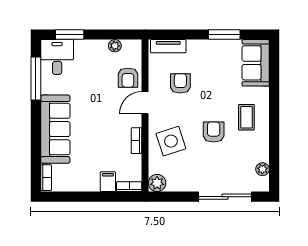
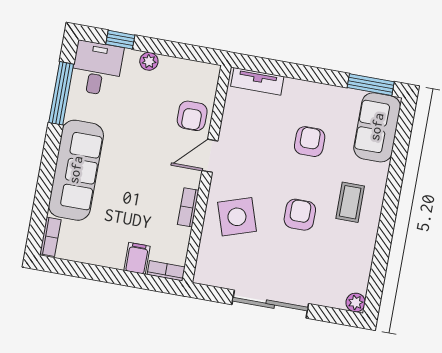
window: (70, 35) -> (120, 40), width x0.67
window: (224, 35) -> (371, 85), moved
plant: (115, 46) -> (149, 61), moved
armchair: (180, 83) -> (310, 142), moved
plant: (262, 169) -> (356, 303), moved
plant: (157, 183) -> (207, 273), removed
sliding door: (225, 197) -> (270, 304), moved

